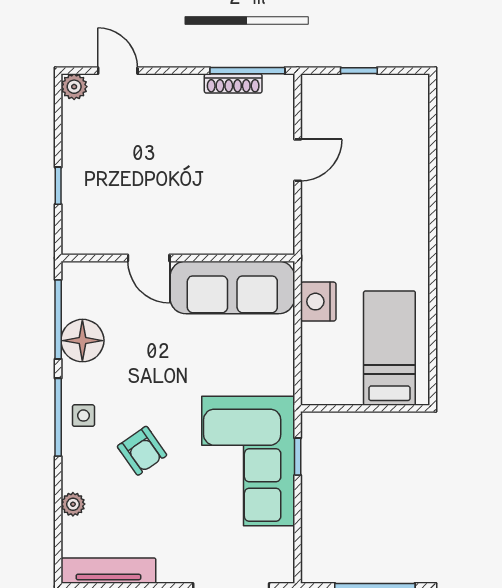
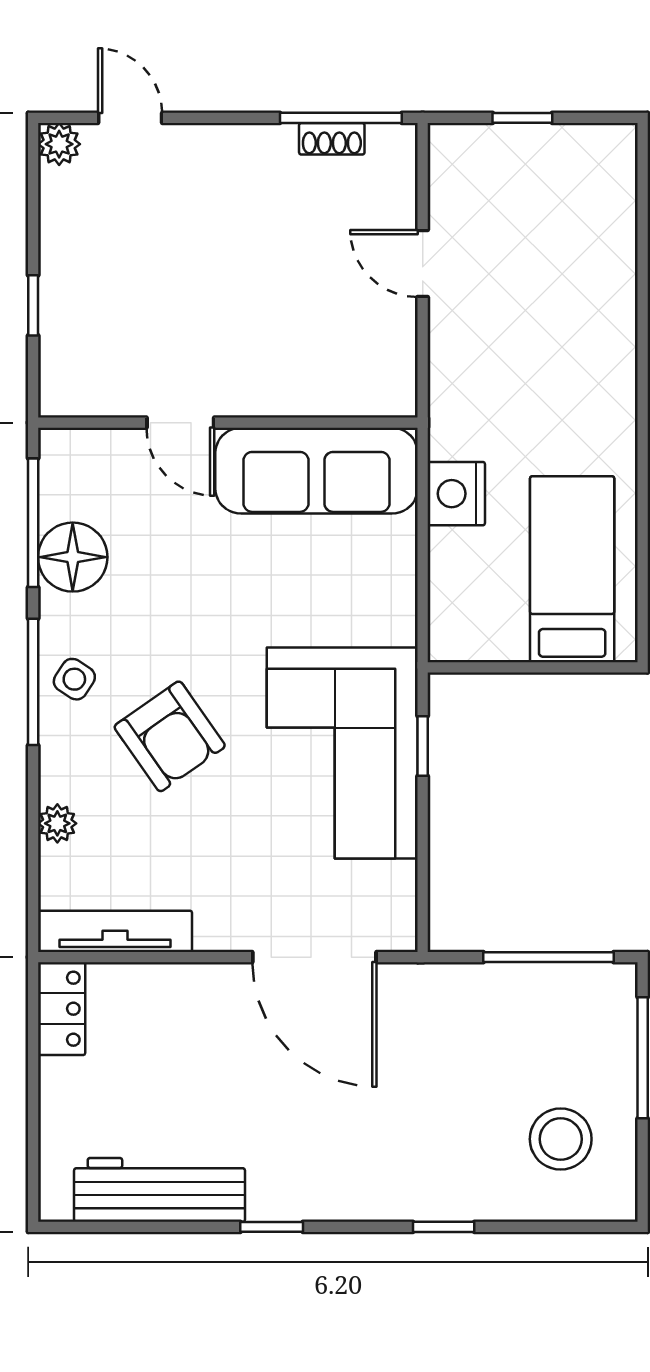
shoe rack: (233, 83) -> (332, 139), width x0.70
door: (298, 160) -> (423, 264), swing flipped
side table: (83, 416) -> (74, 679), turned 33
armchair: (142, 451) -> (170, 736), width x1.38, depth x1.38

